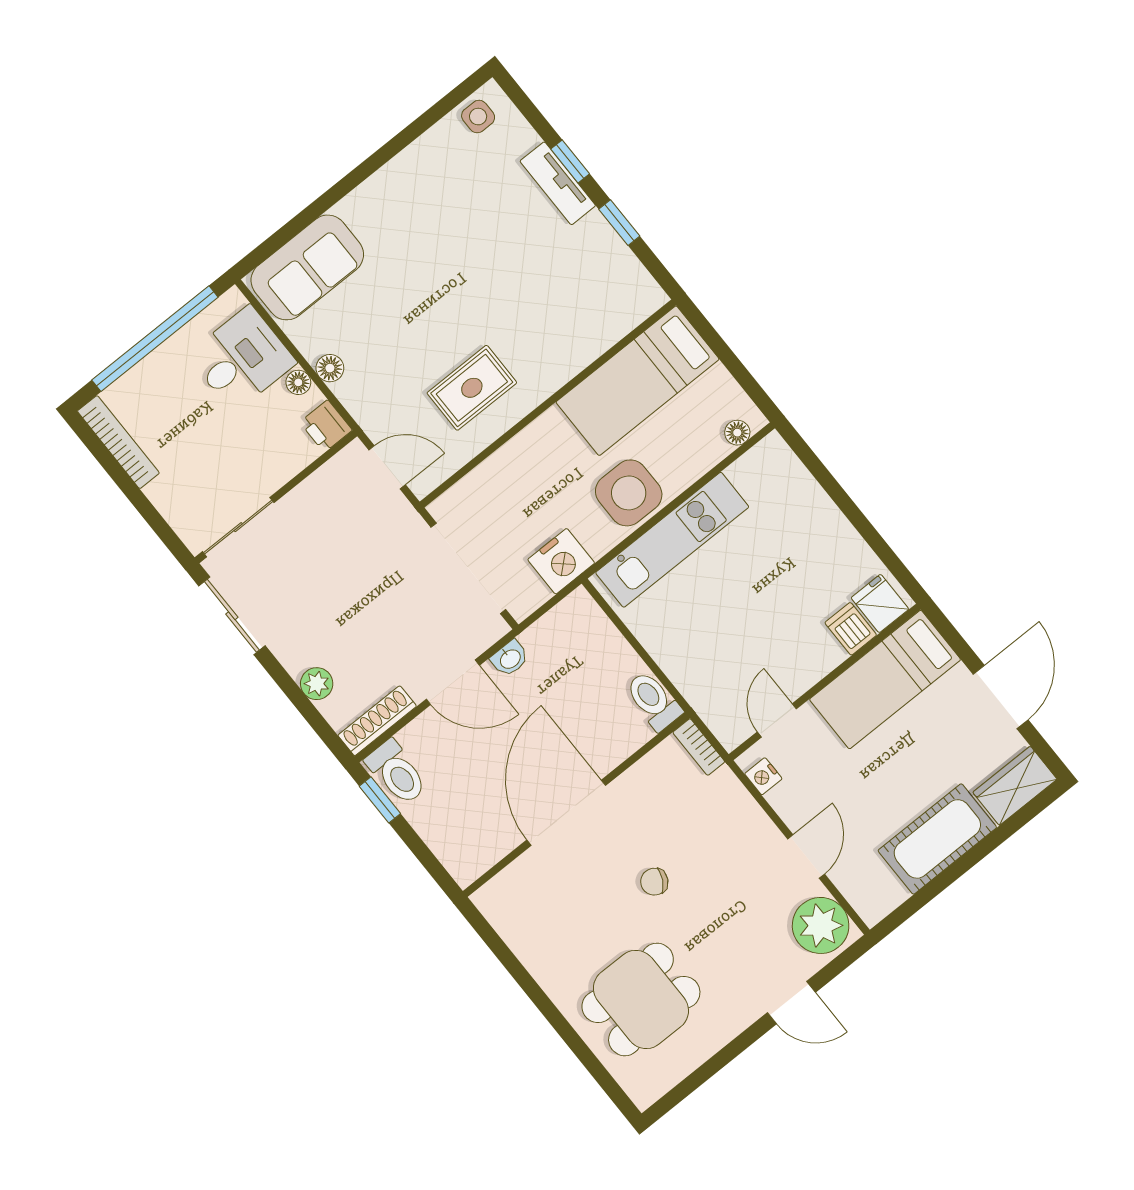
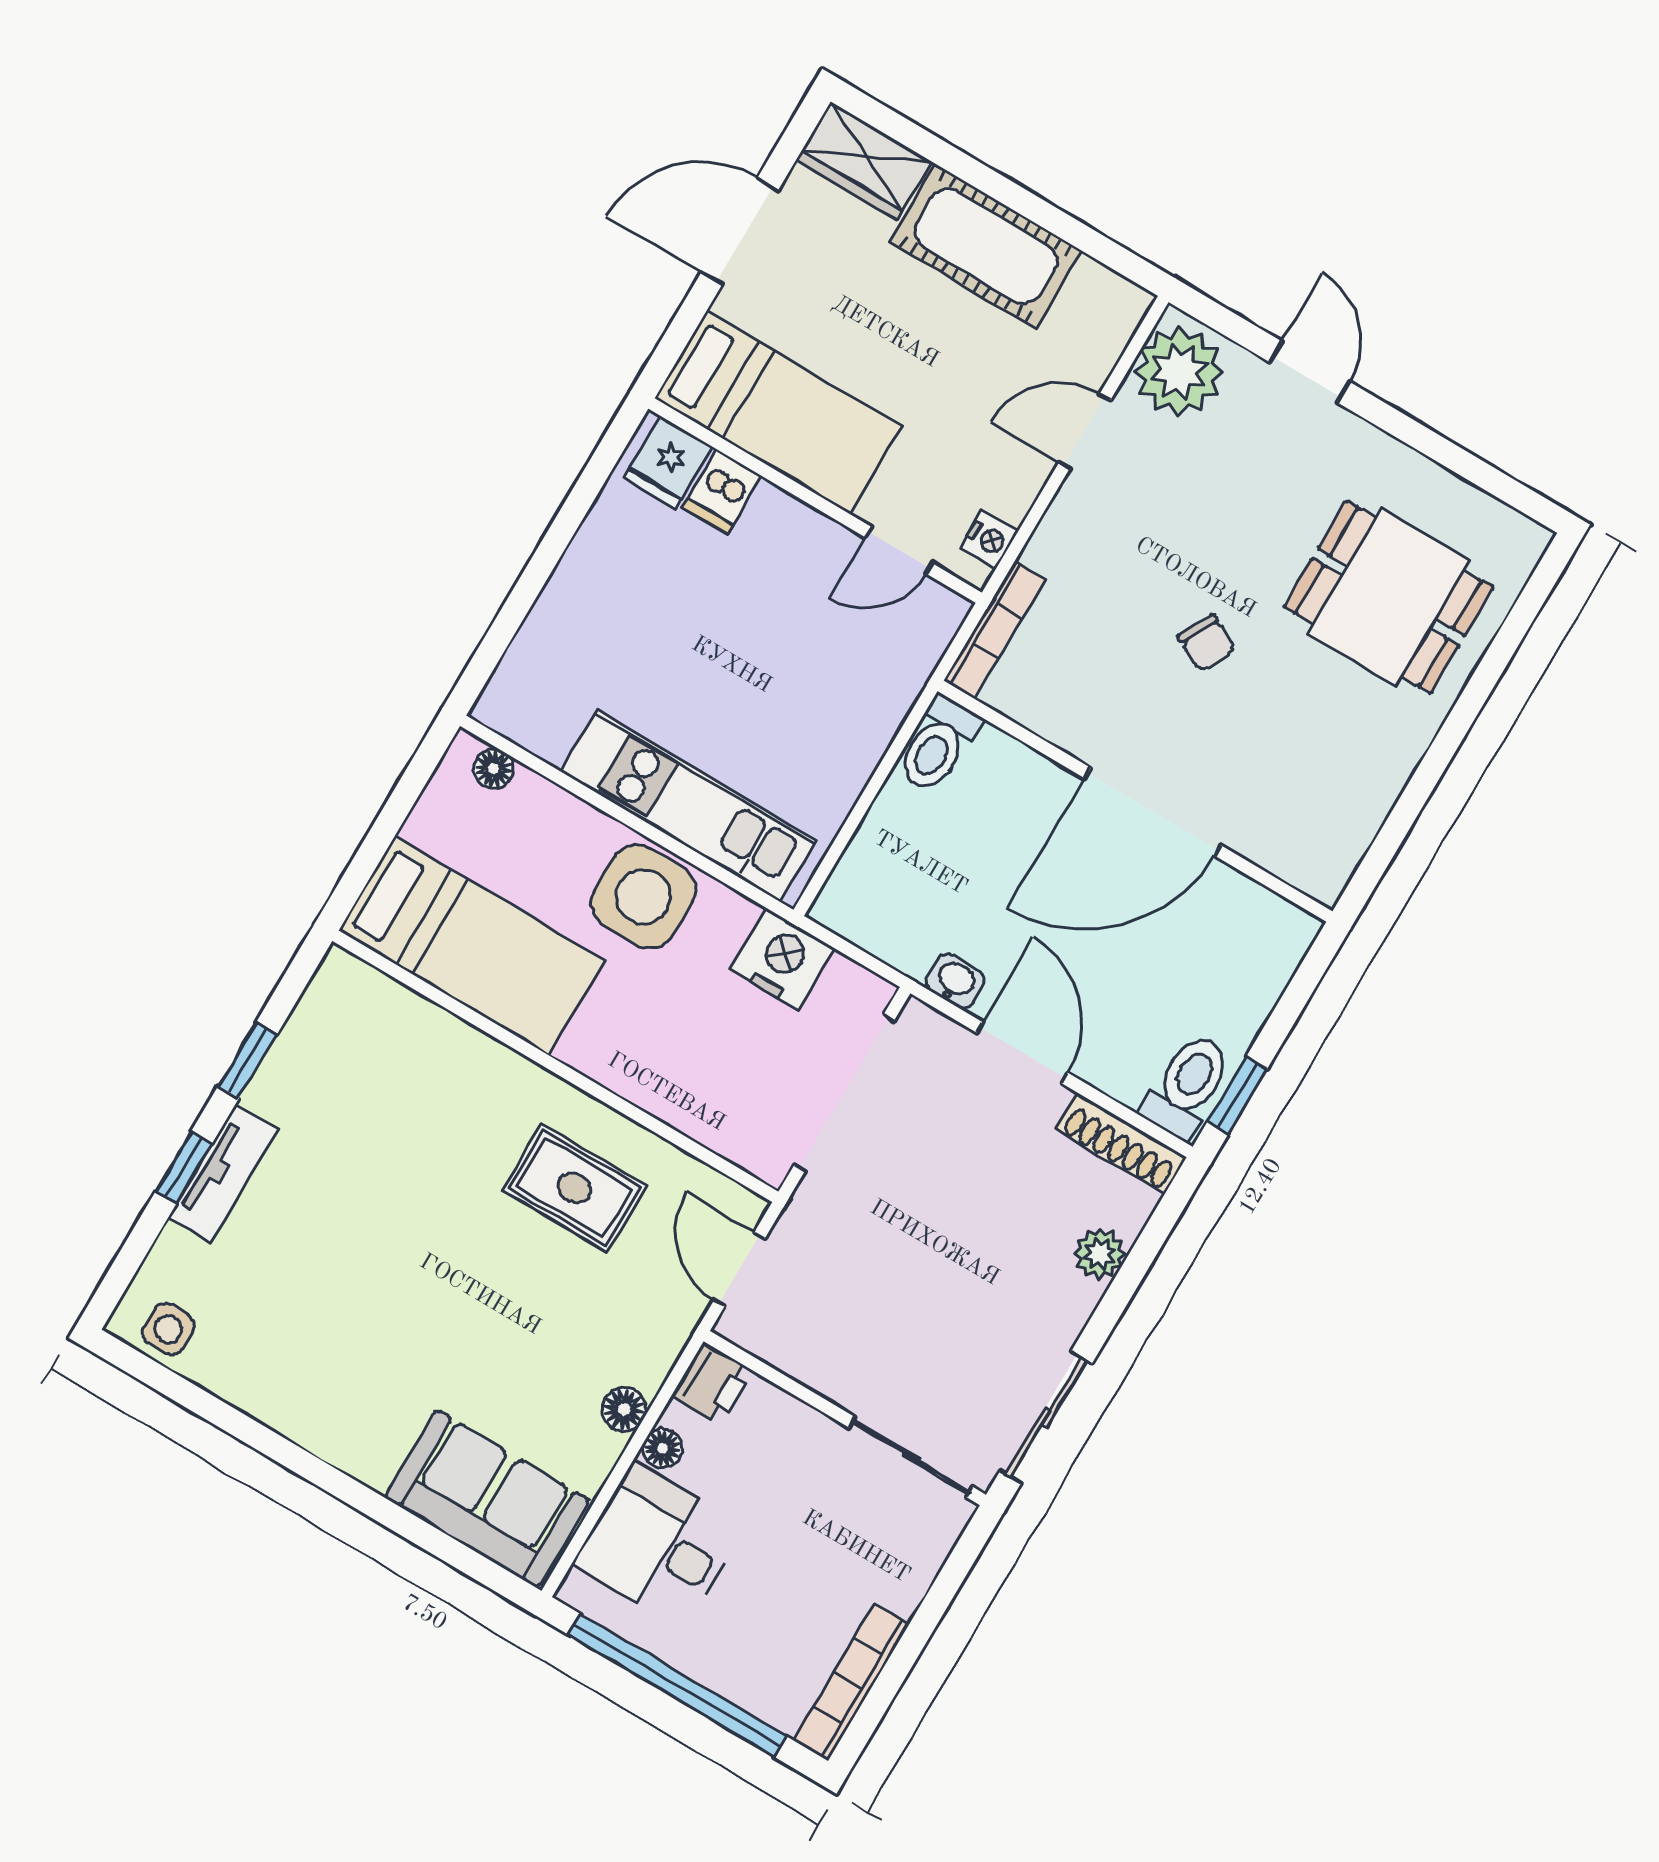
bookcase: (699, 747) -> (994, 630), width x1.56

